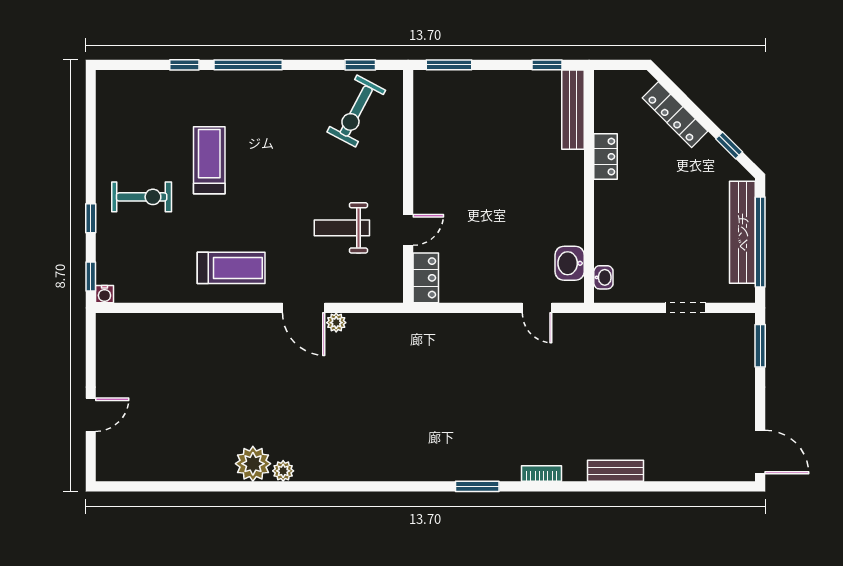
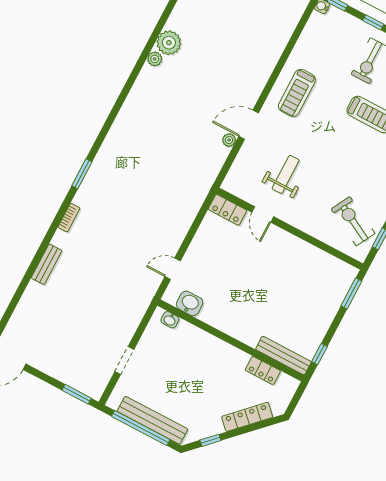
locker: (606, 157) -> (263, 370), moved

